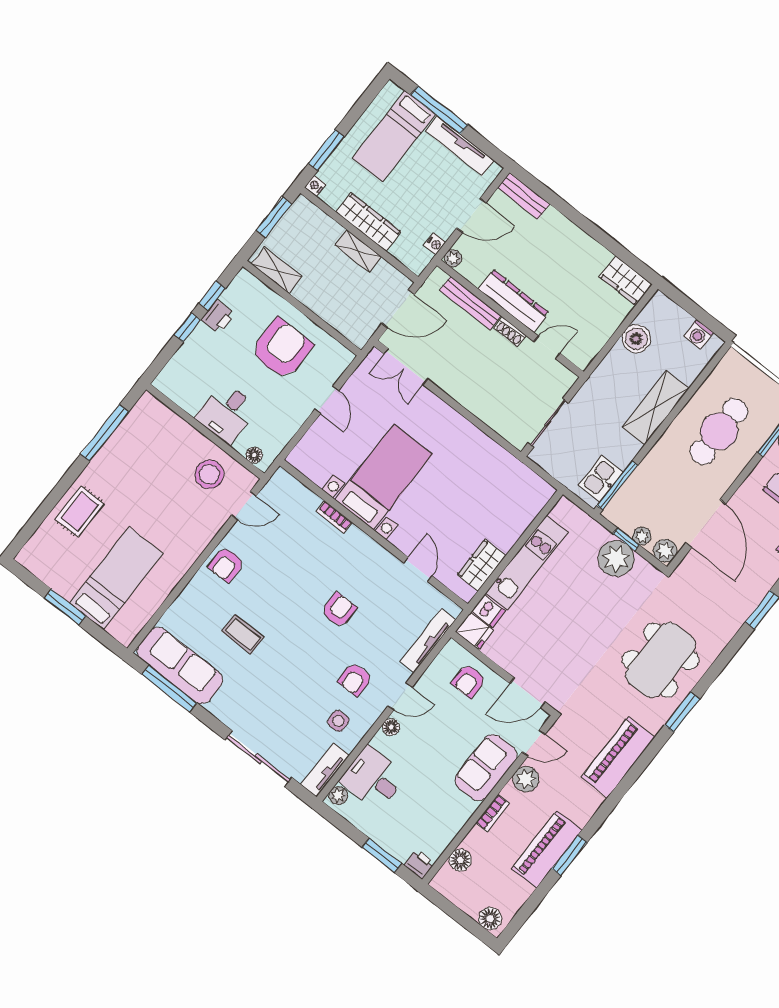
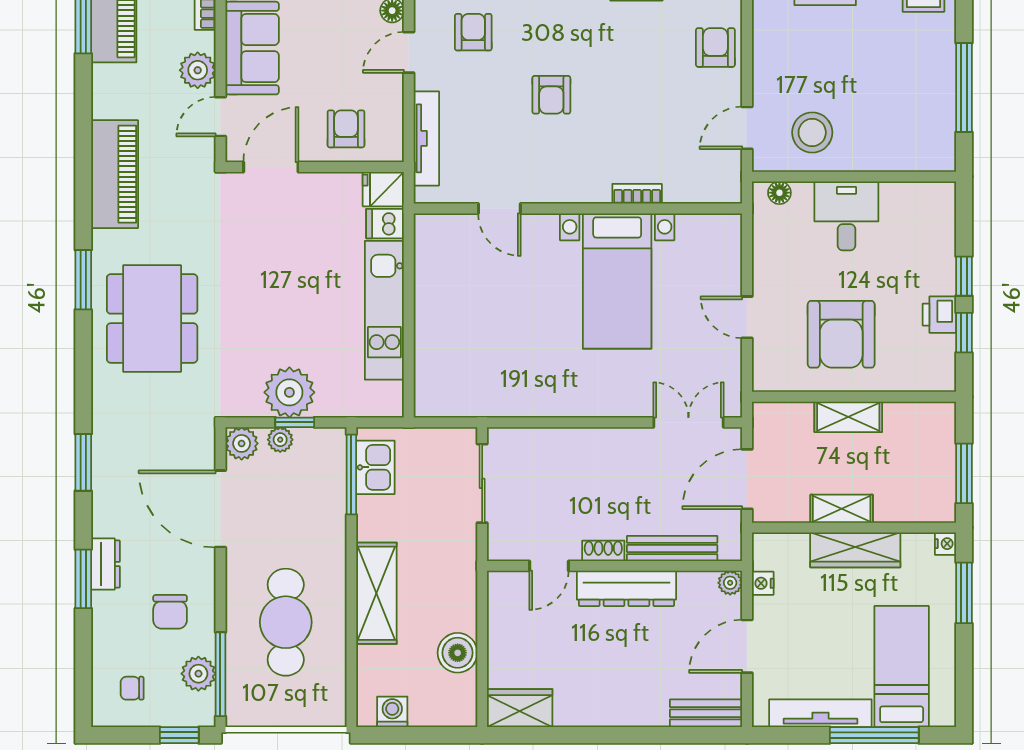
shelving: (277, 270) -> (848, 417), moved
wardrobe: (482, 565) -> (432, 268), removed

